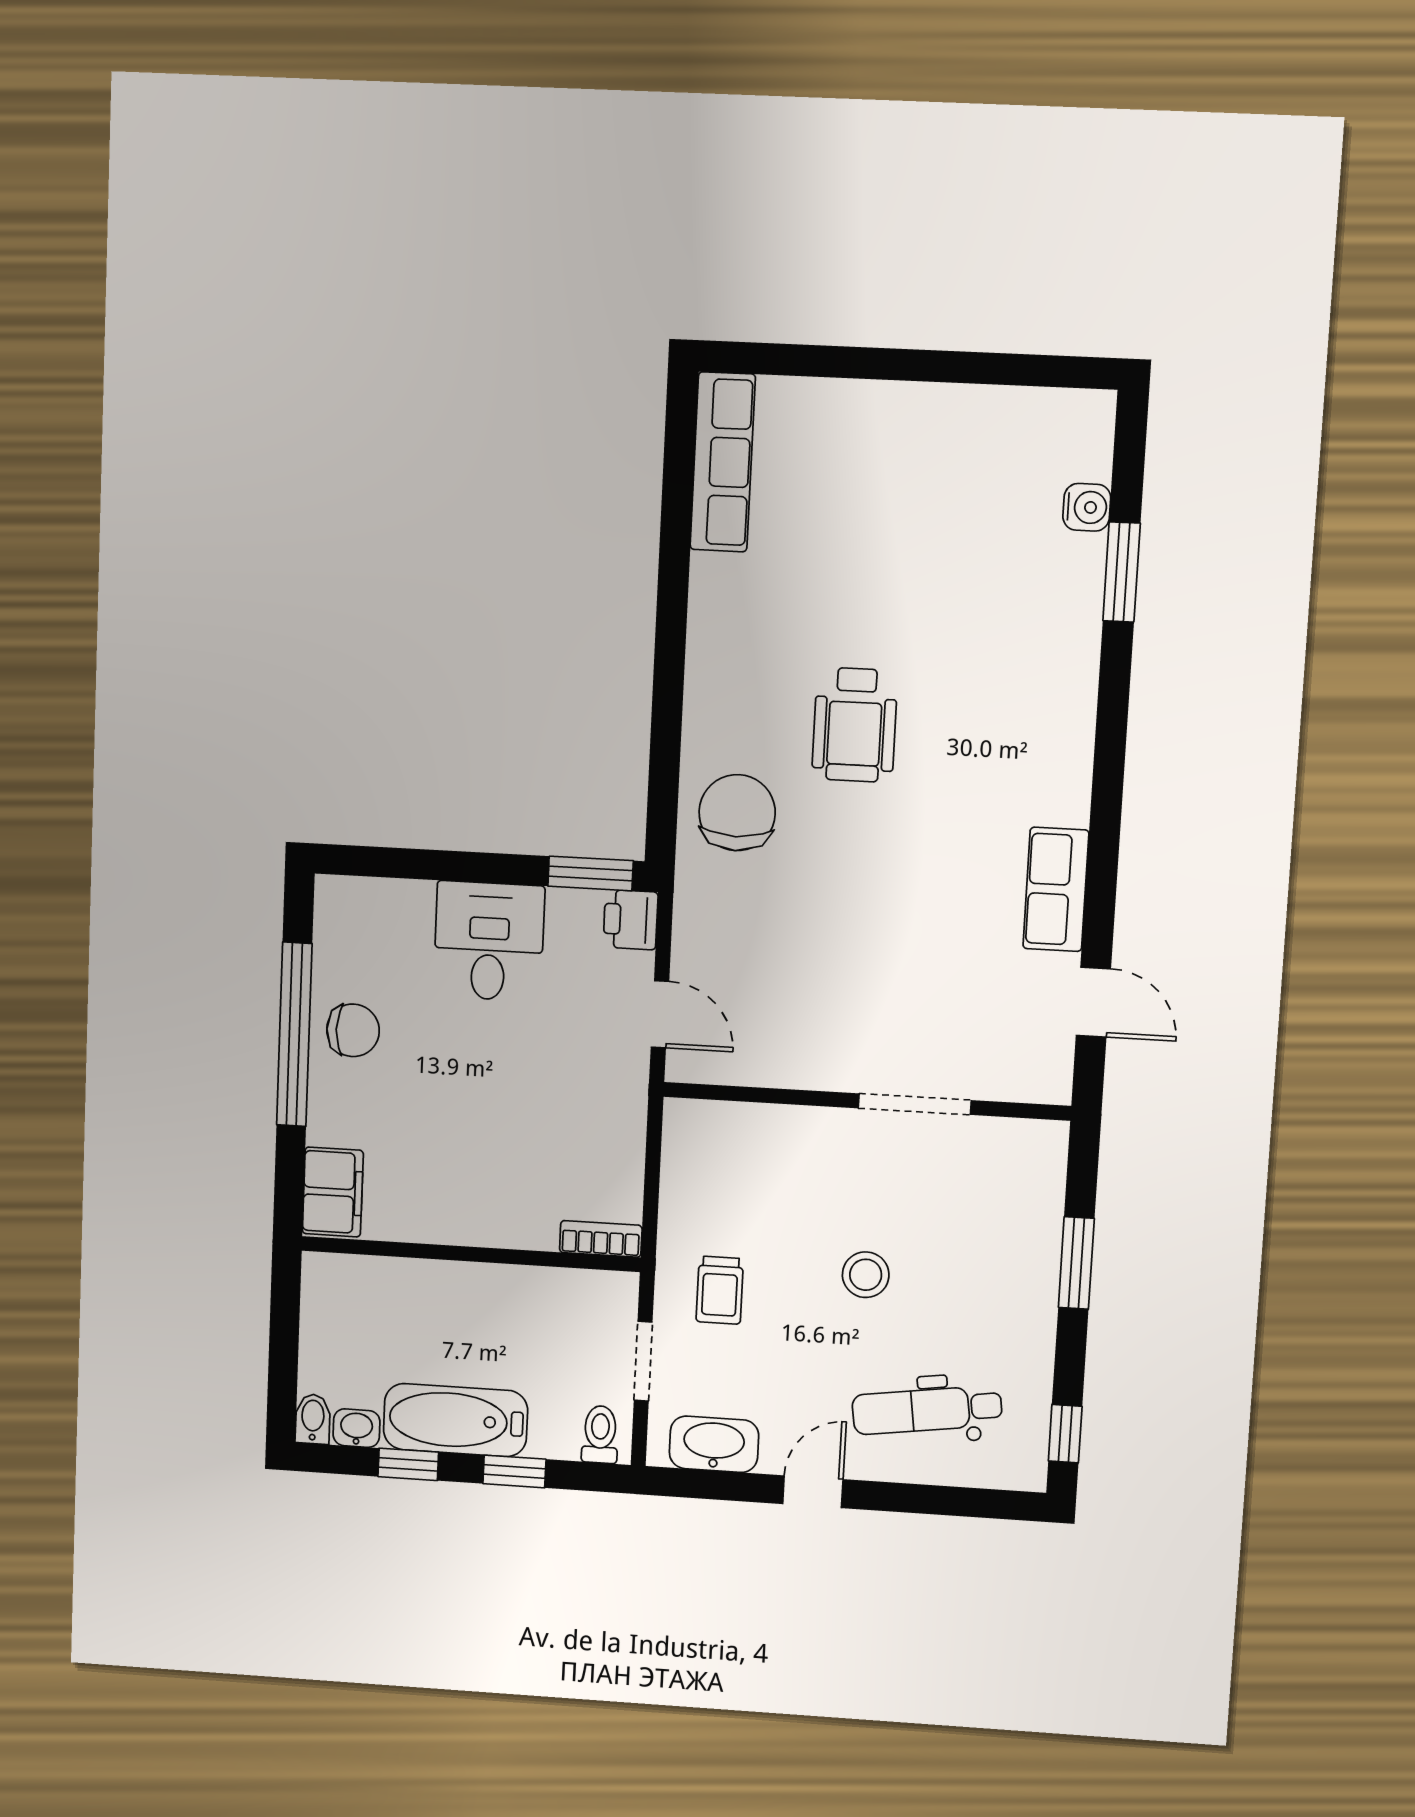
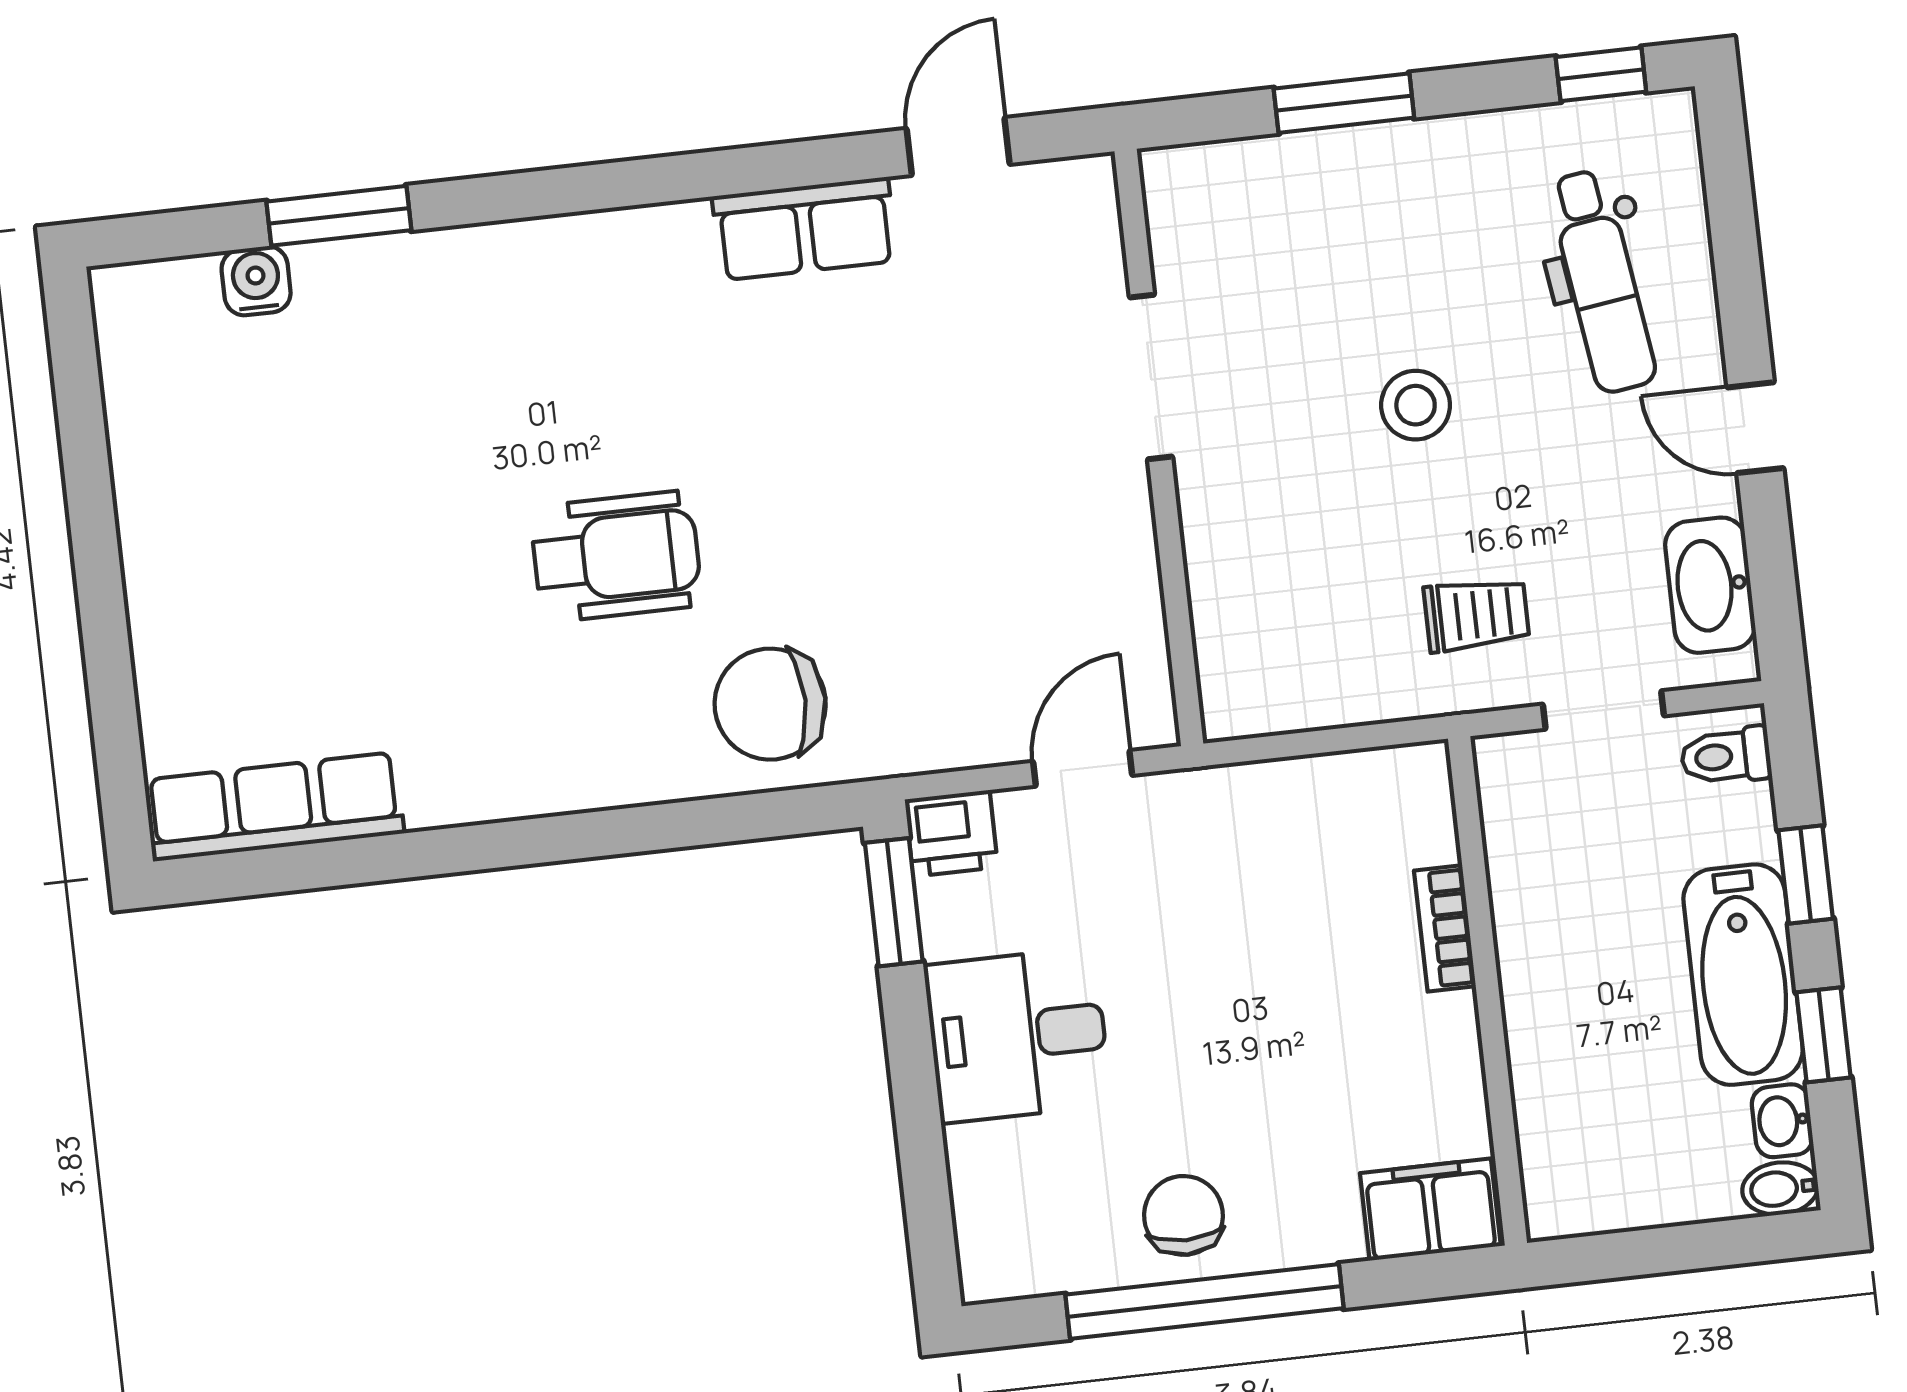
bookcase: (601, 1239) -> (1445, 928), moved

